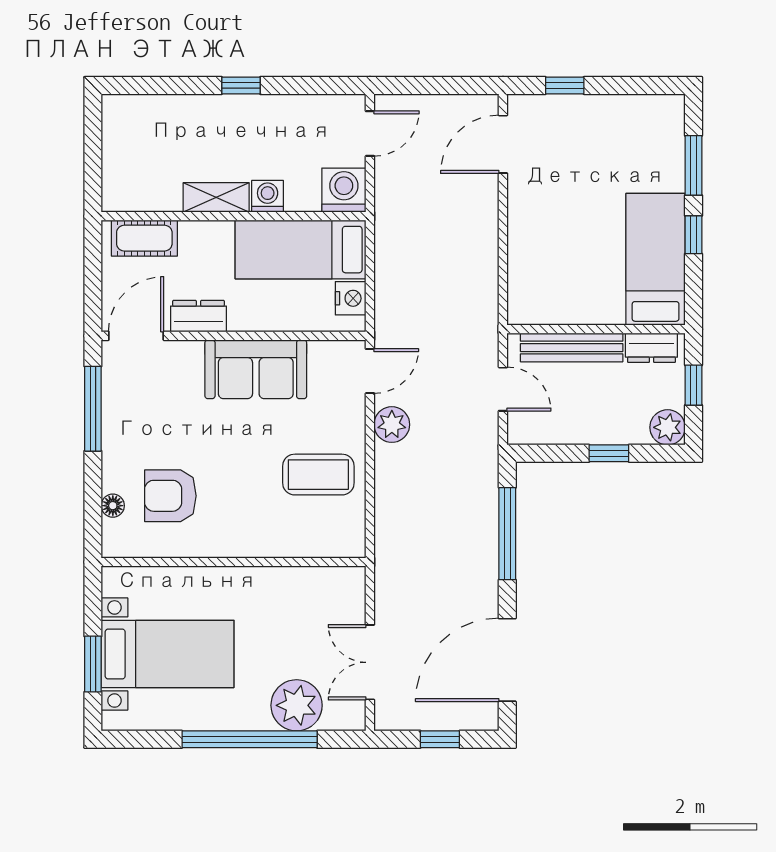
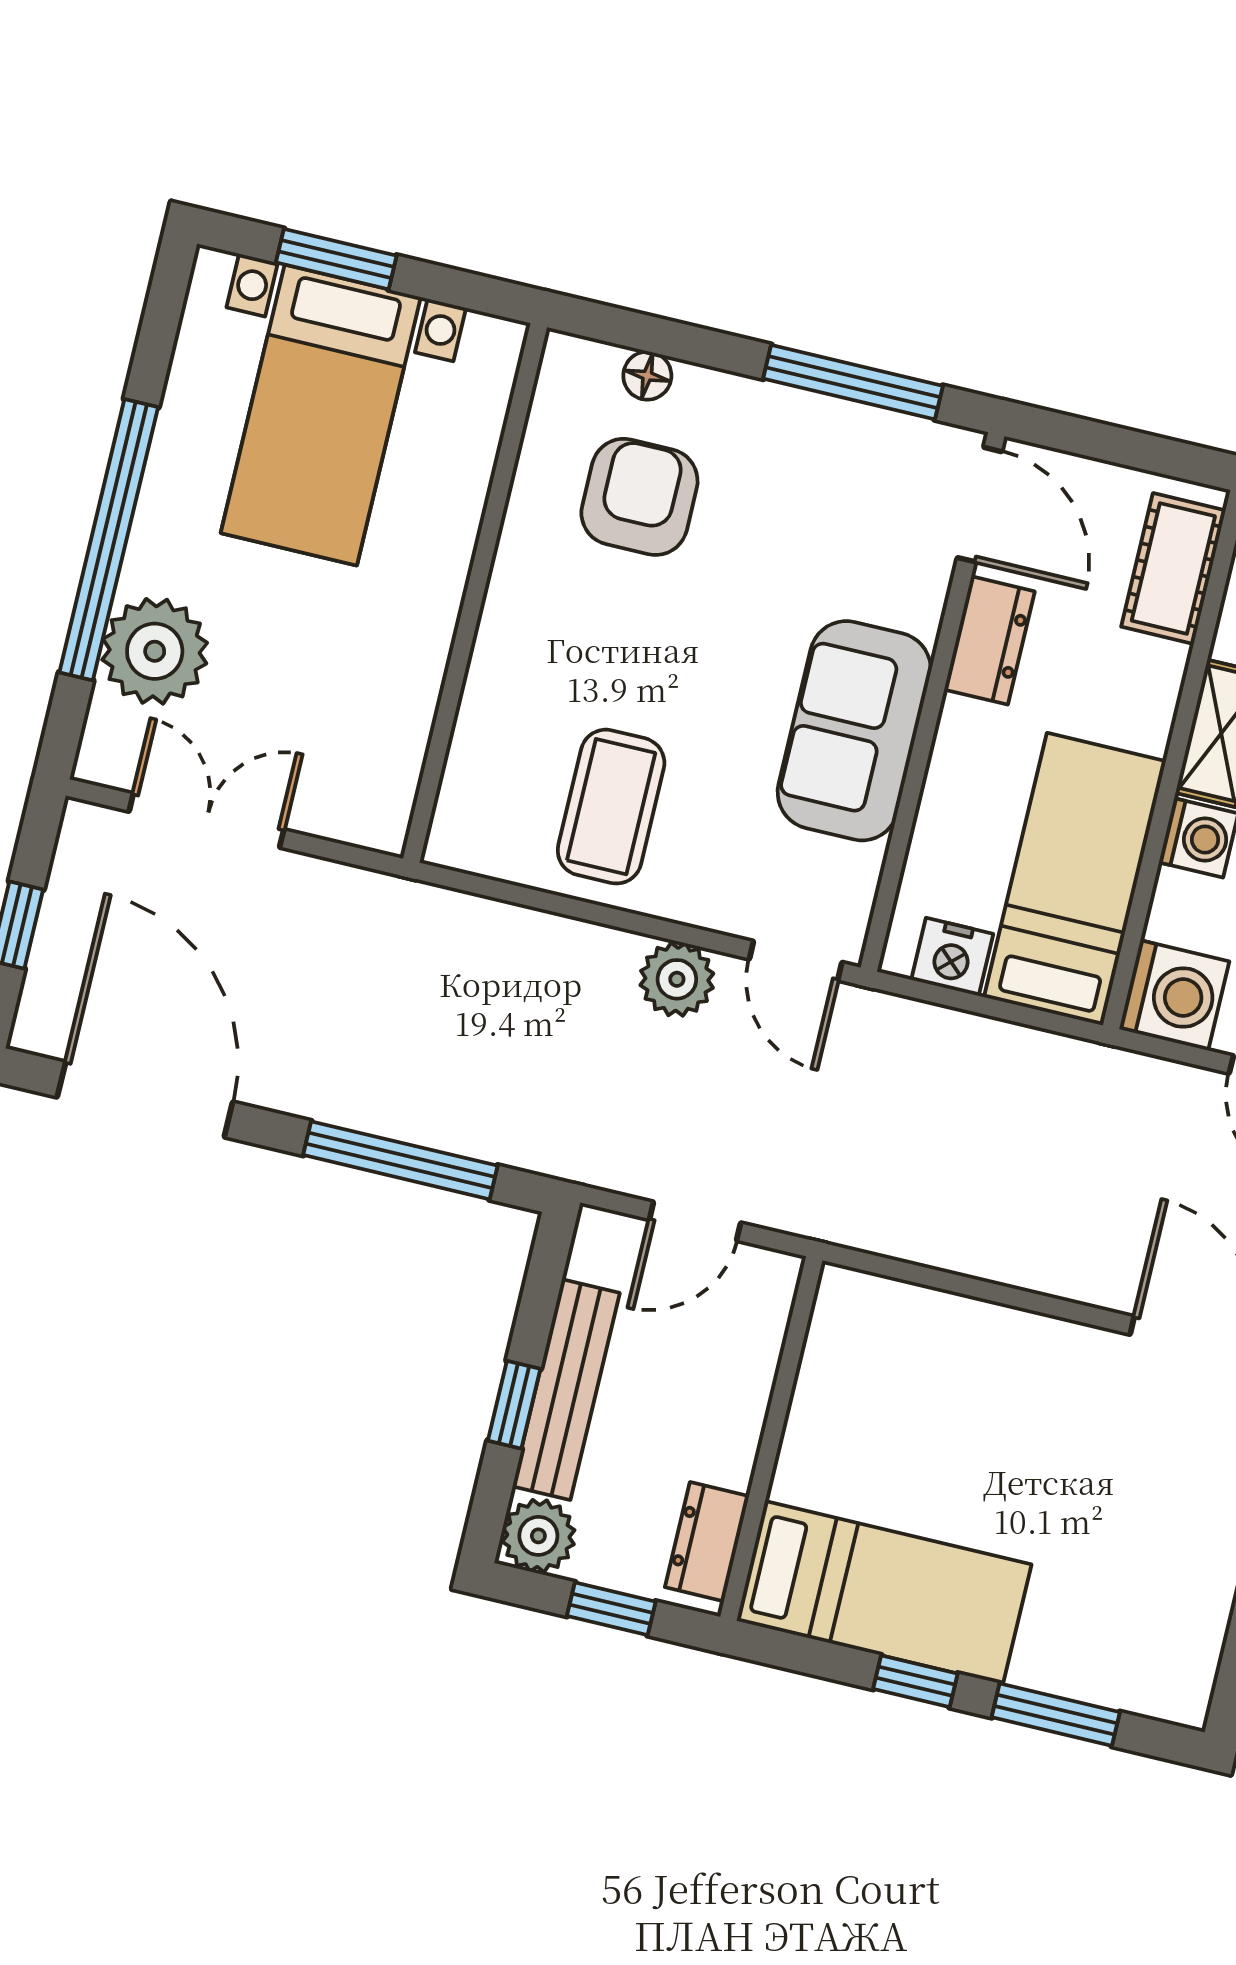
bench: (572, 348) -> (566, 1390), moved

